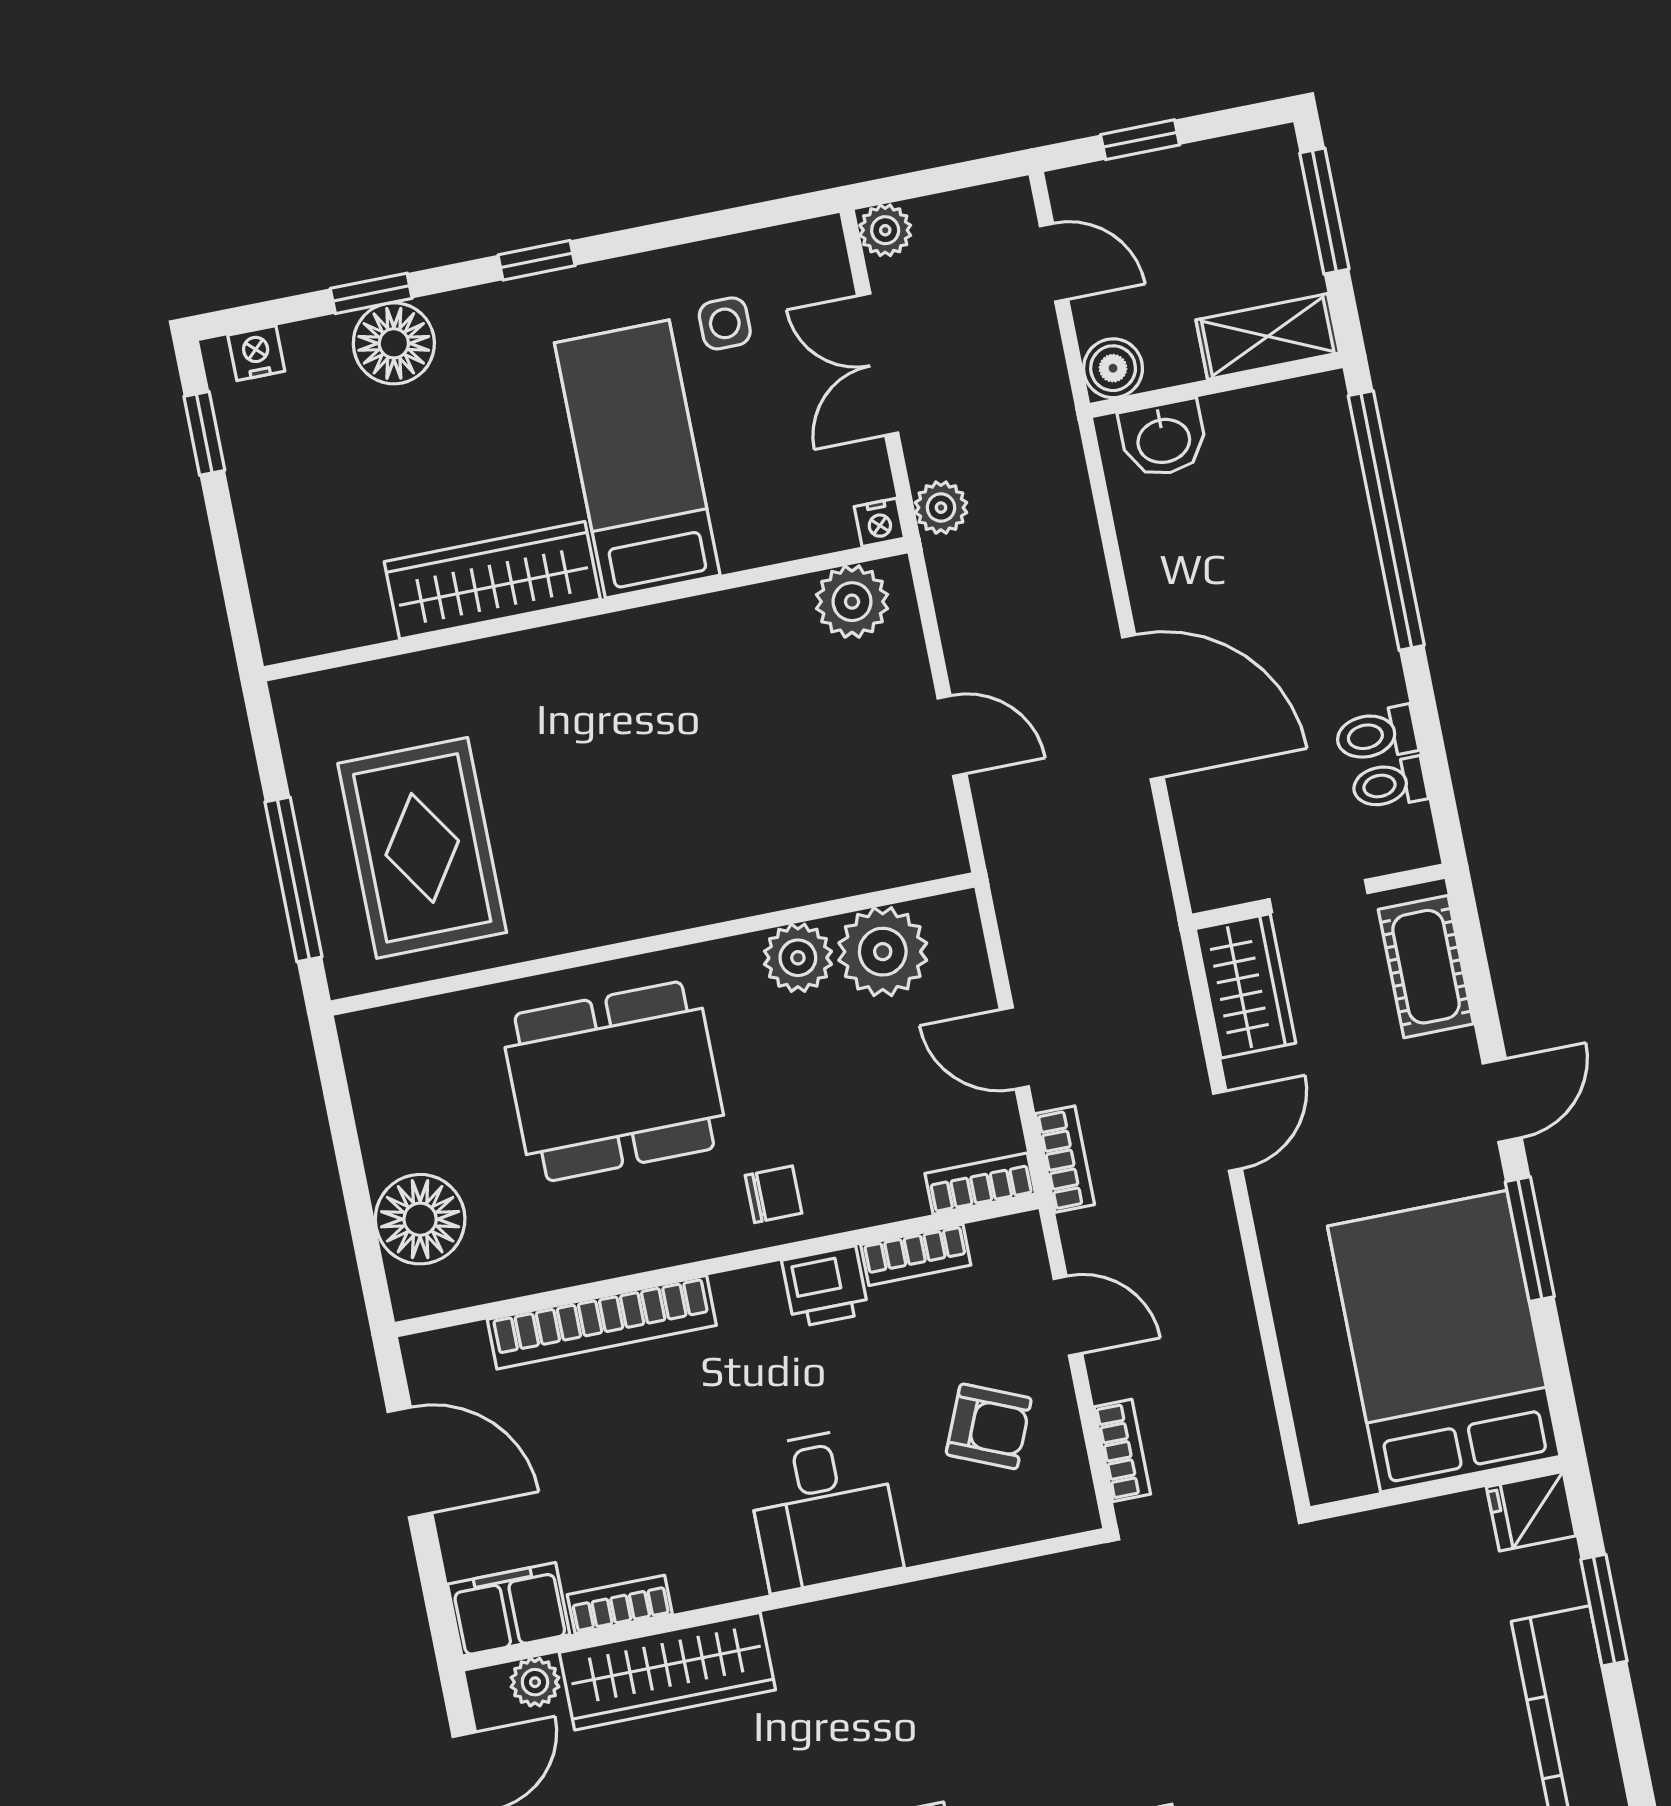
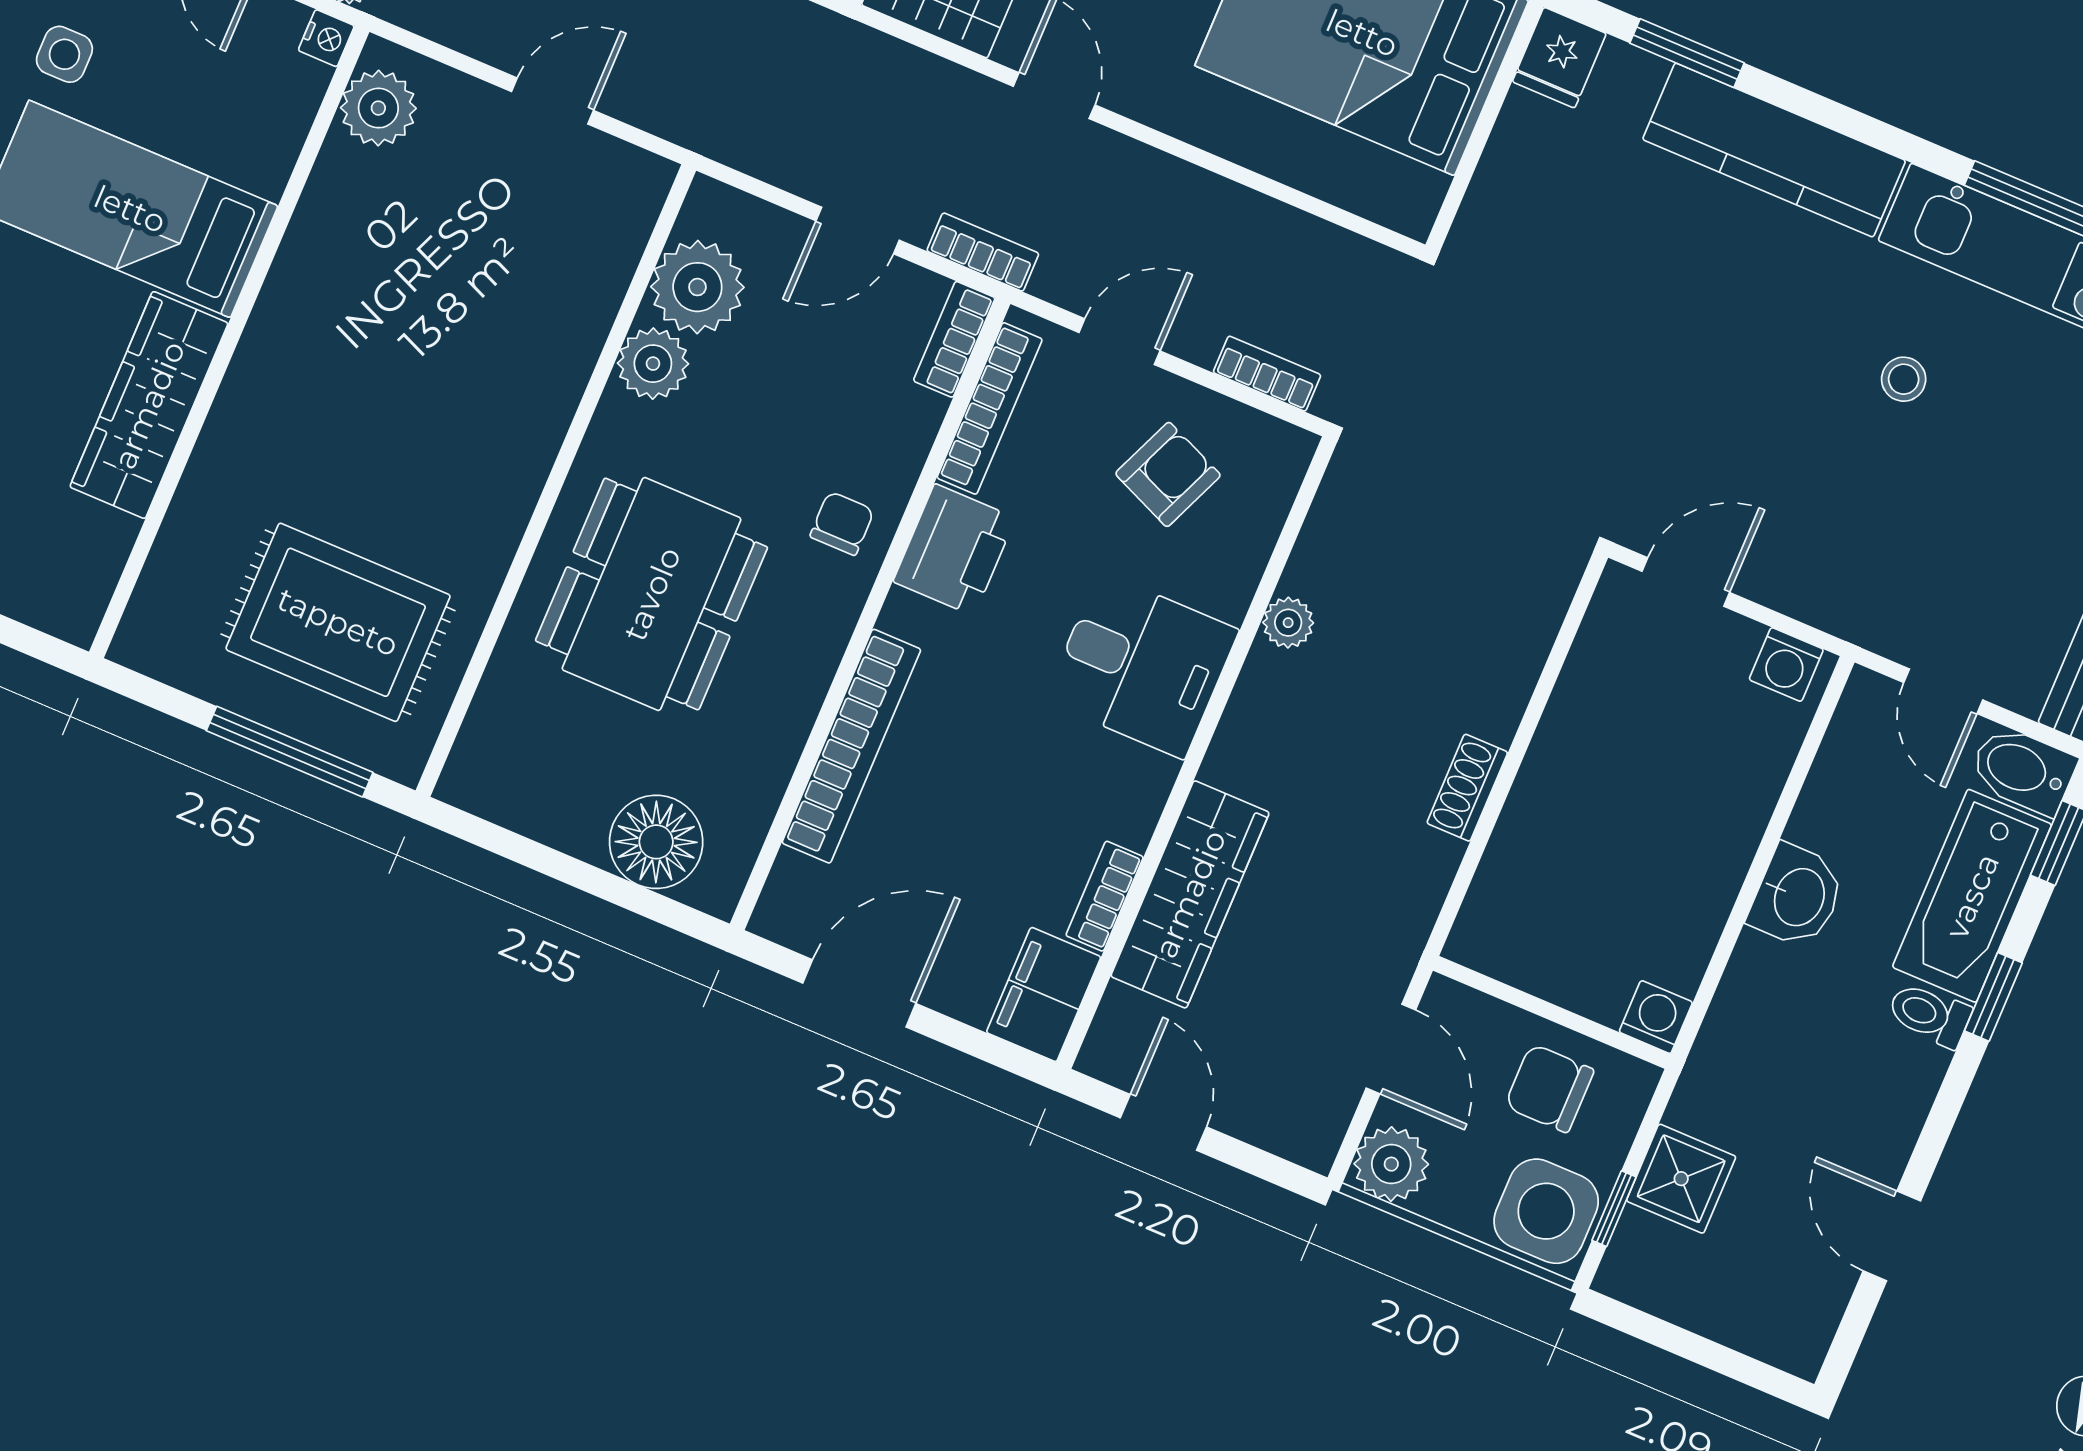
bookcase: (916, 1255) -> (990, 408), width x1.56
printer: (825, 1287) -> (954, 550), width x1.36, depth x1.24
plant: (535, 1682) -> (1288, 623), moved

